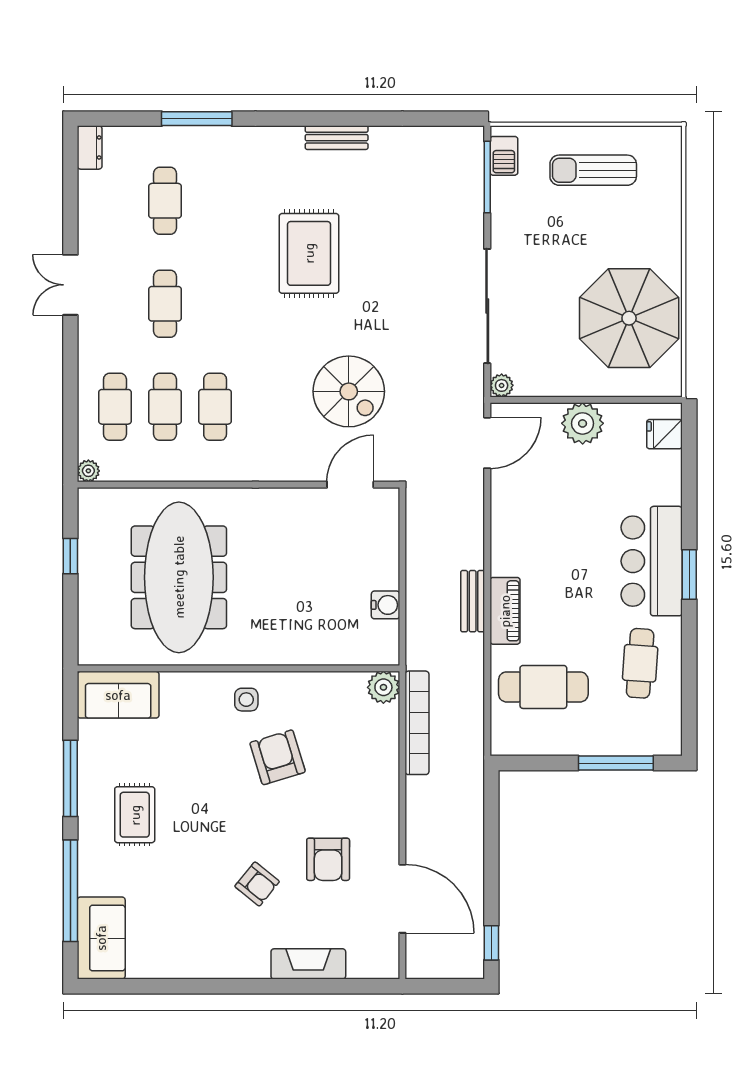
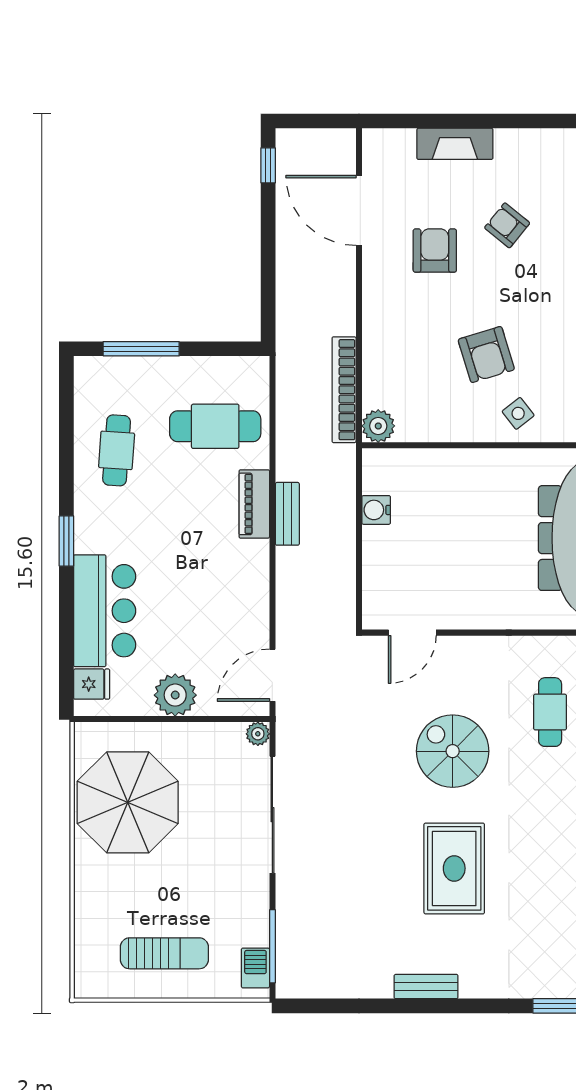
spiral stairs: (349, 391) -> (453, 751), moved
bar counter: (652, 561) -> (105, 611), moved
side table: (246, 700) -> (518, 413), turned -38

